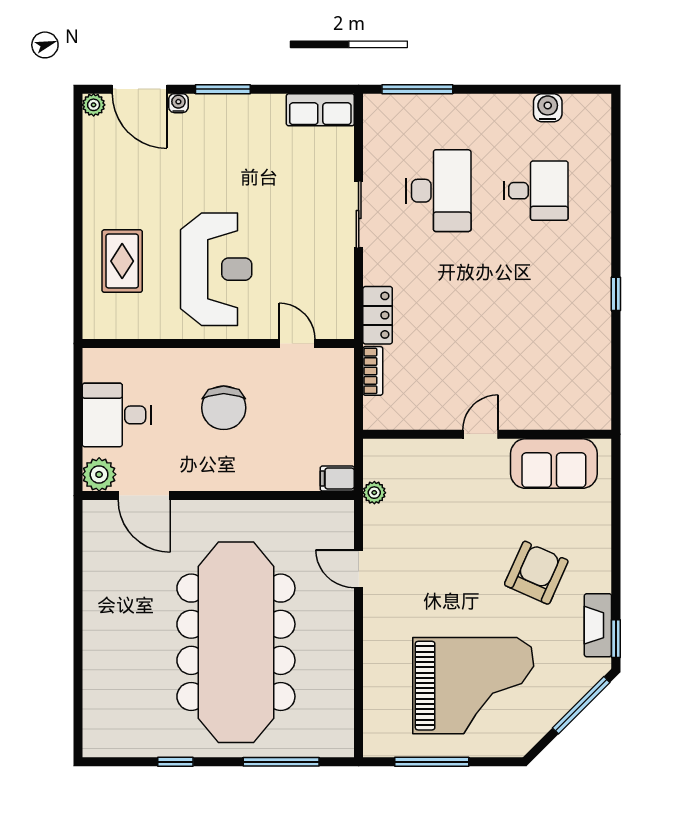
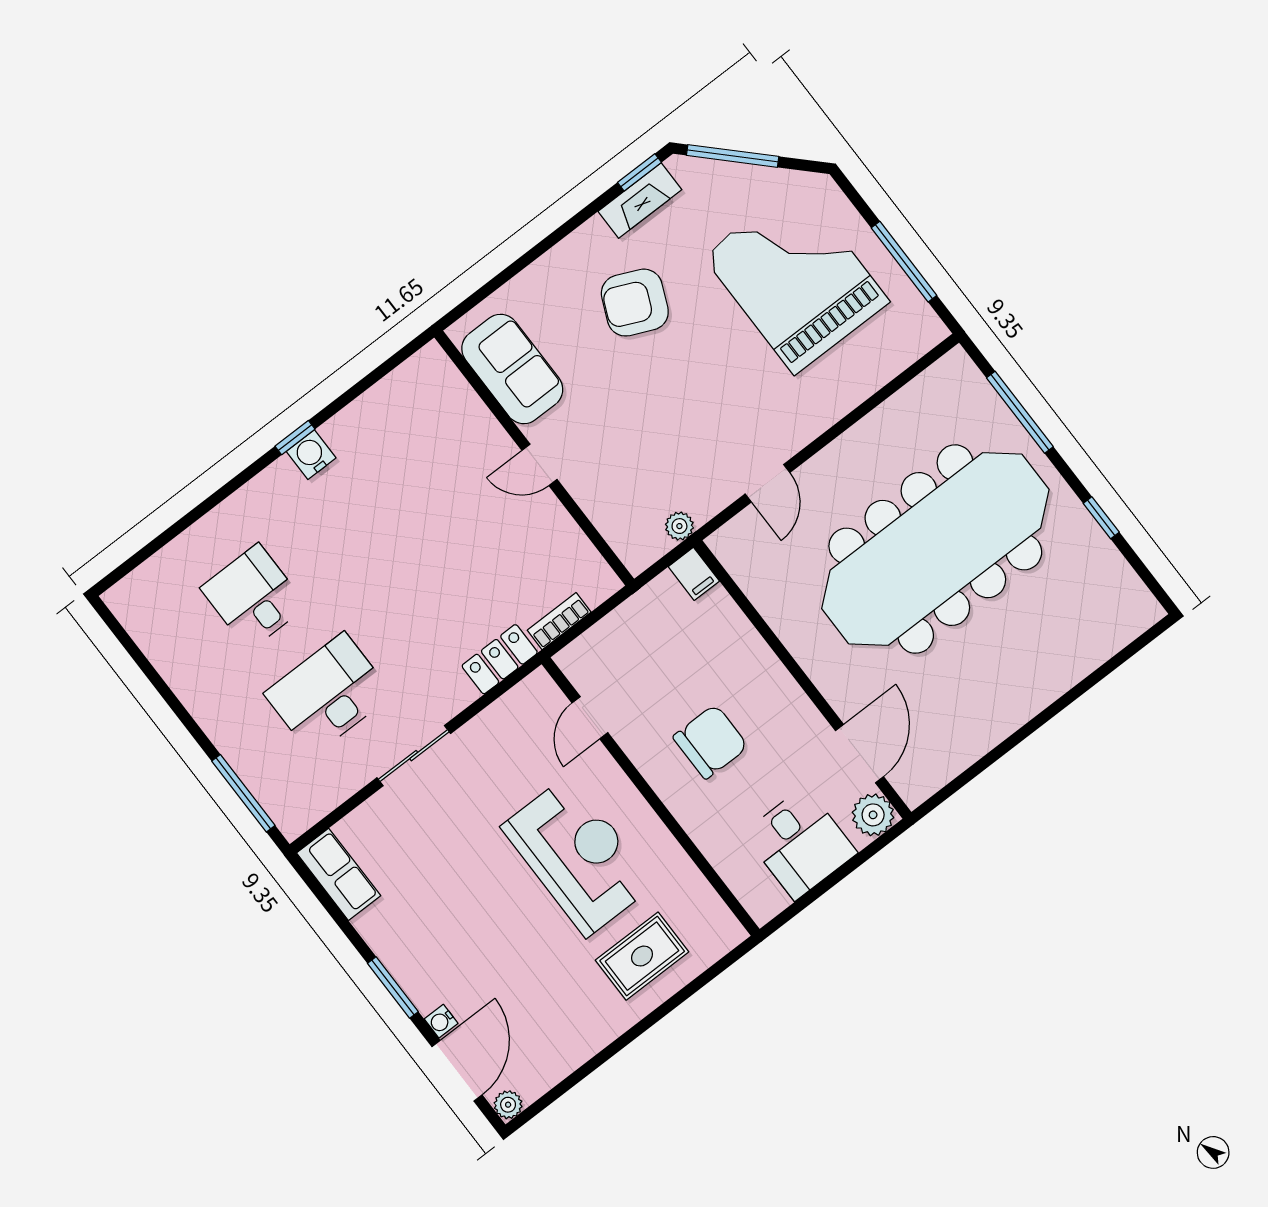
water cooler: (548, 108) -> (311, 455), moved, turned 90
reception desk: (216, 269) -> (578, 856), turned 90

